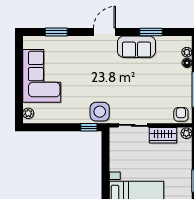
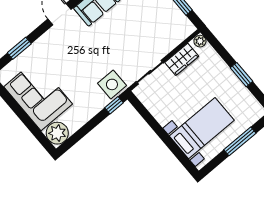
plant: (28, 113) -> (57, 133), width x1.87, depth x1.87
armchair: (181, 114) -> (182, 29), removed

